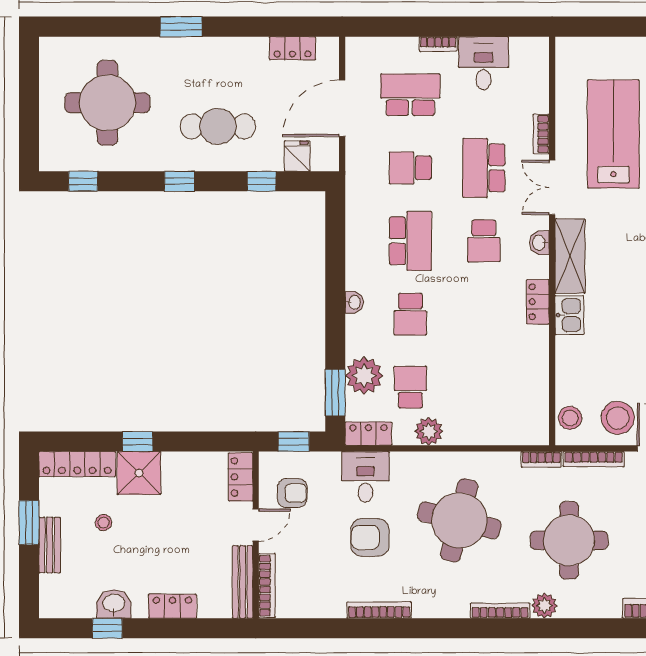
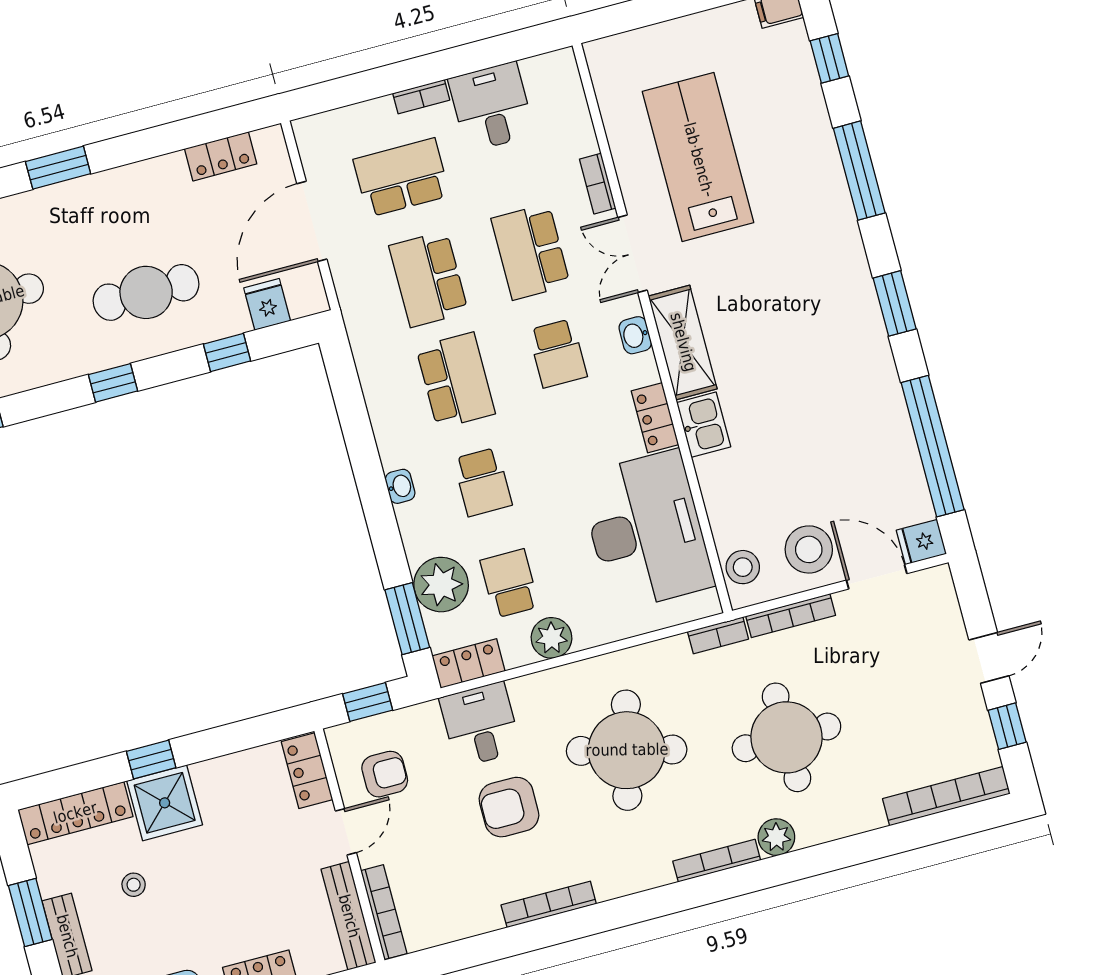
school desk: (410, 168) -> (429, 279), width x1.85
desk: (512, 376) -> (646, 530), added

